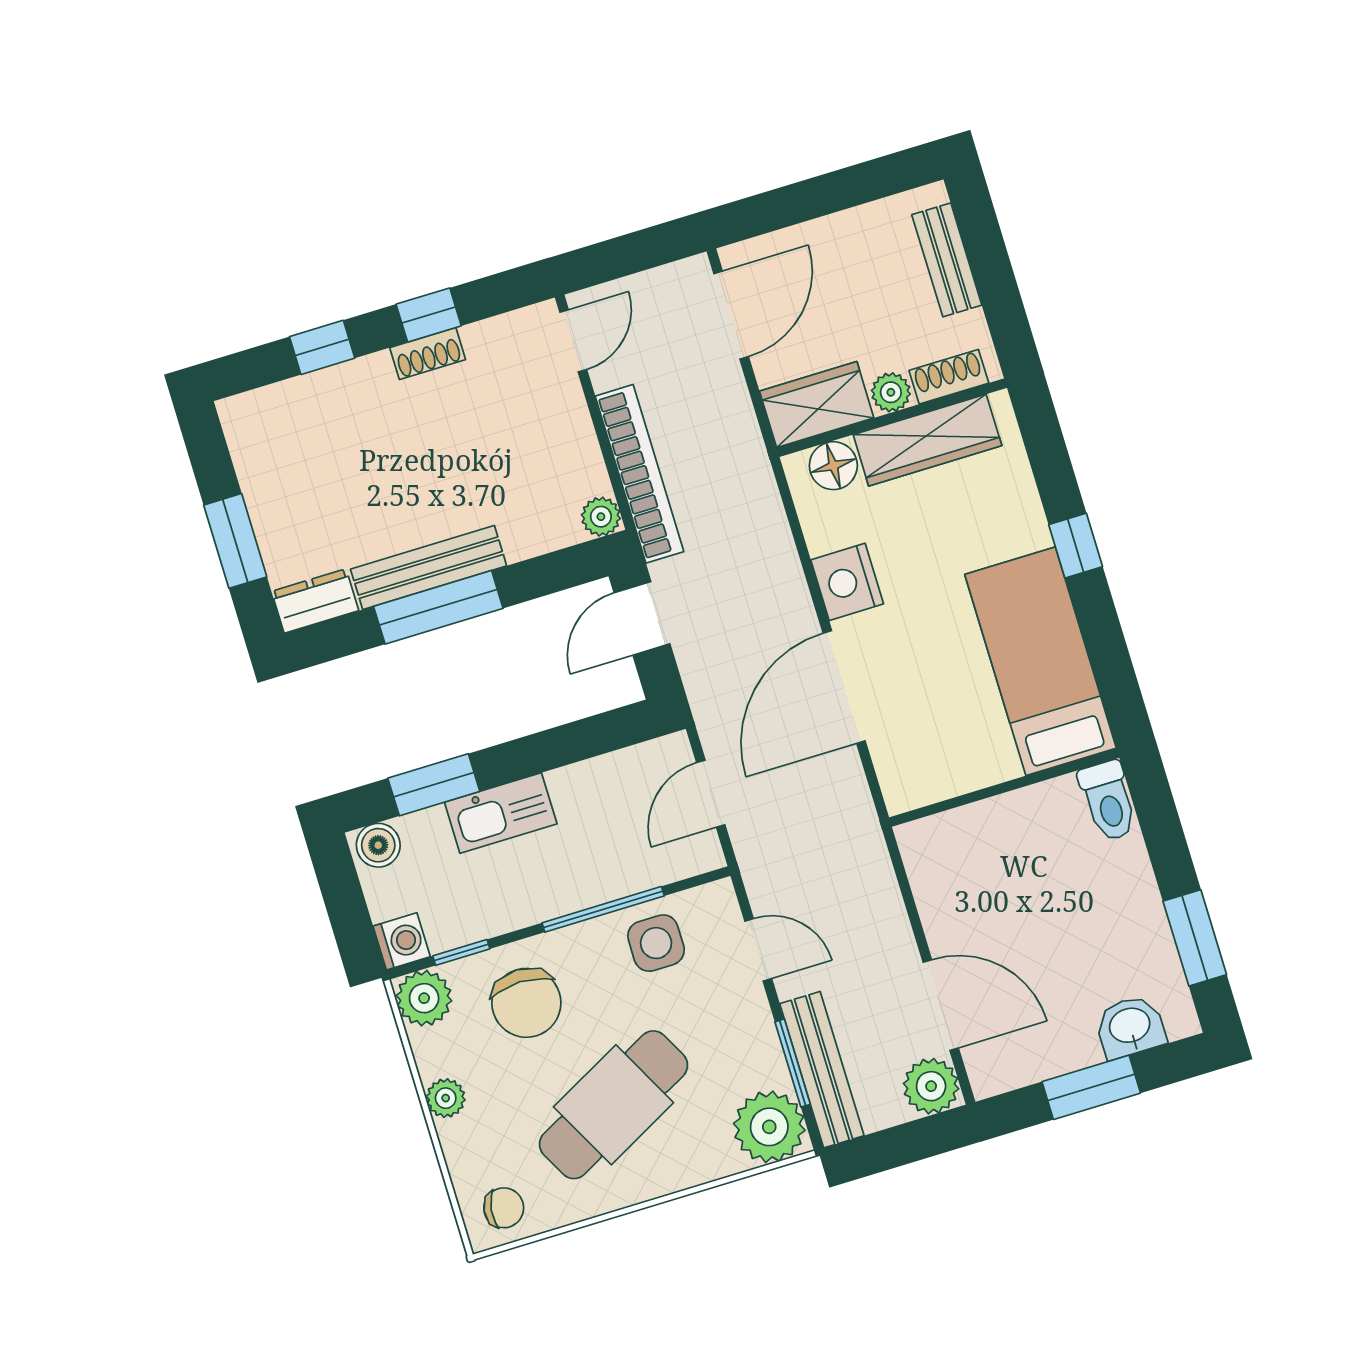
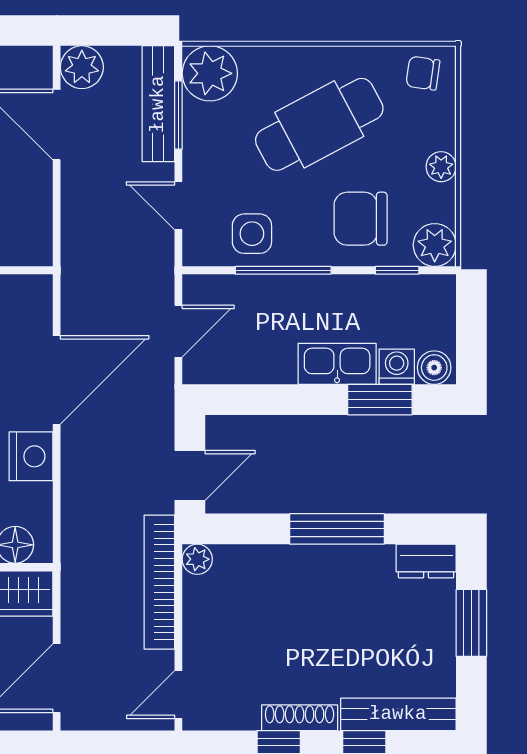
shoe rack: (428, 354) -> (300, 718), width x1.43
bench: (429, 568) -> (398, 714), moved
washing machine: (402, 941) -> (397, 367), moved, turned 90
chair: (526, 1003) -> (361, 219), turned -90

